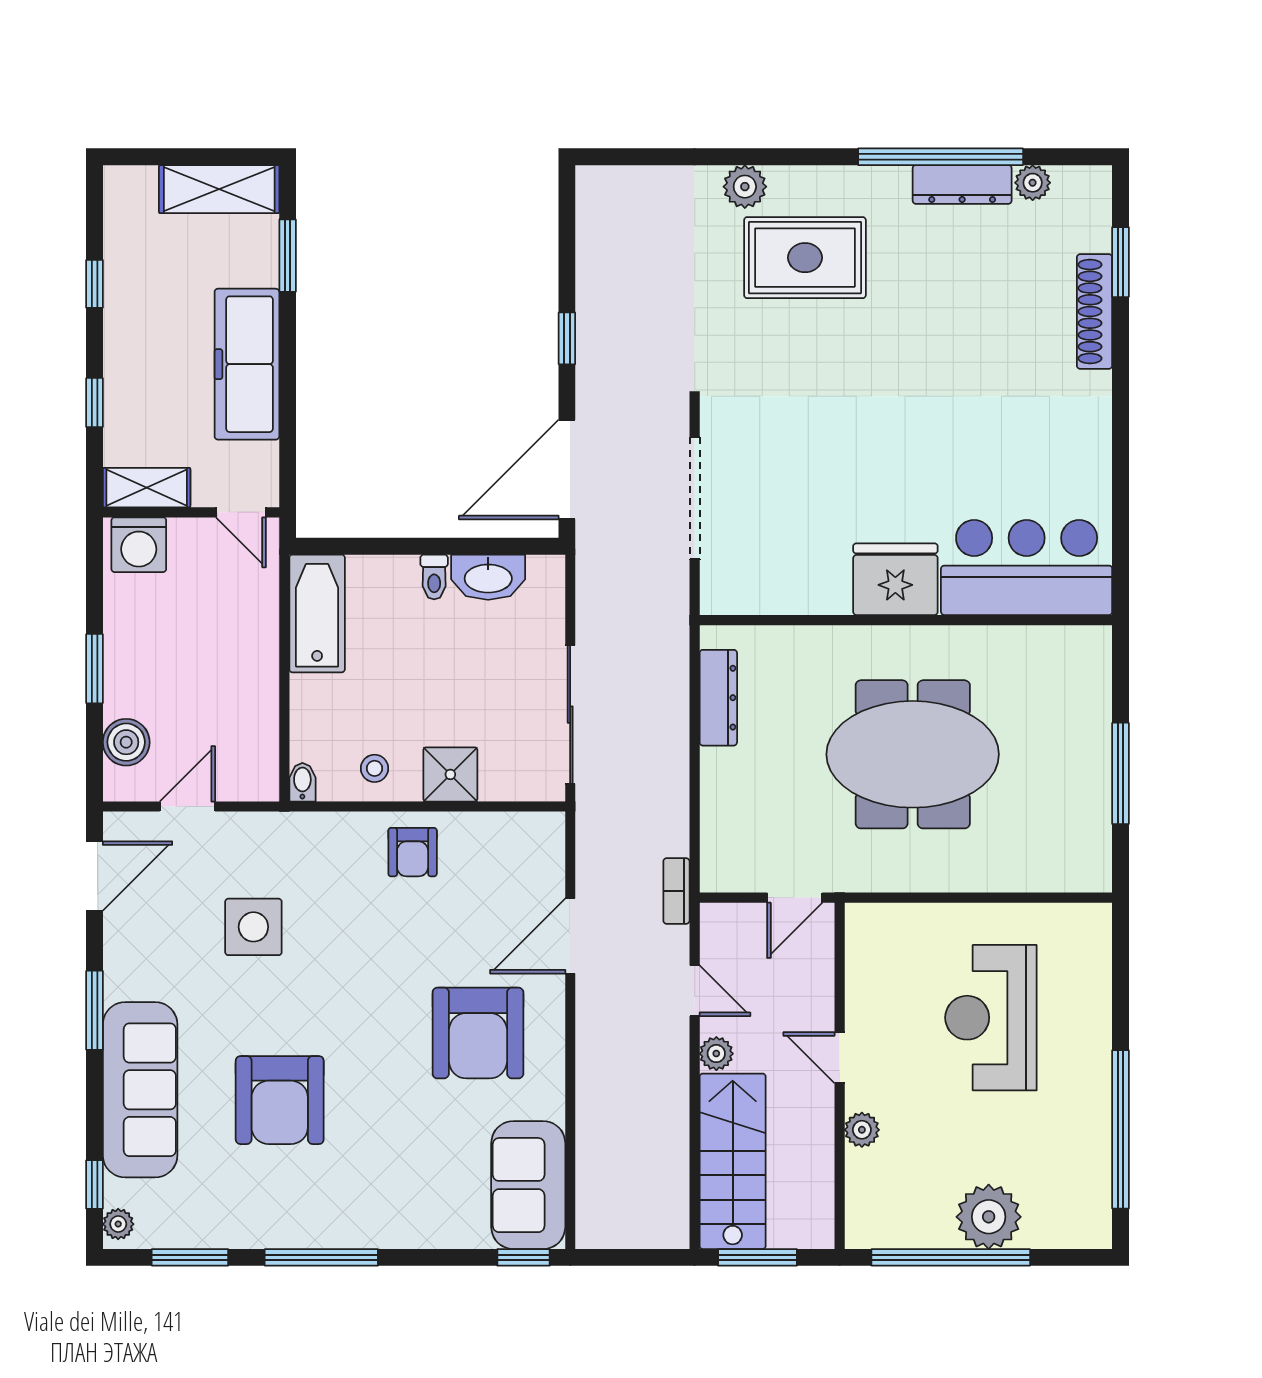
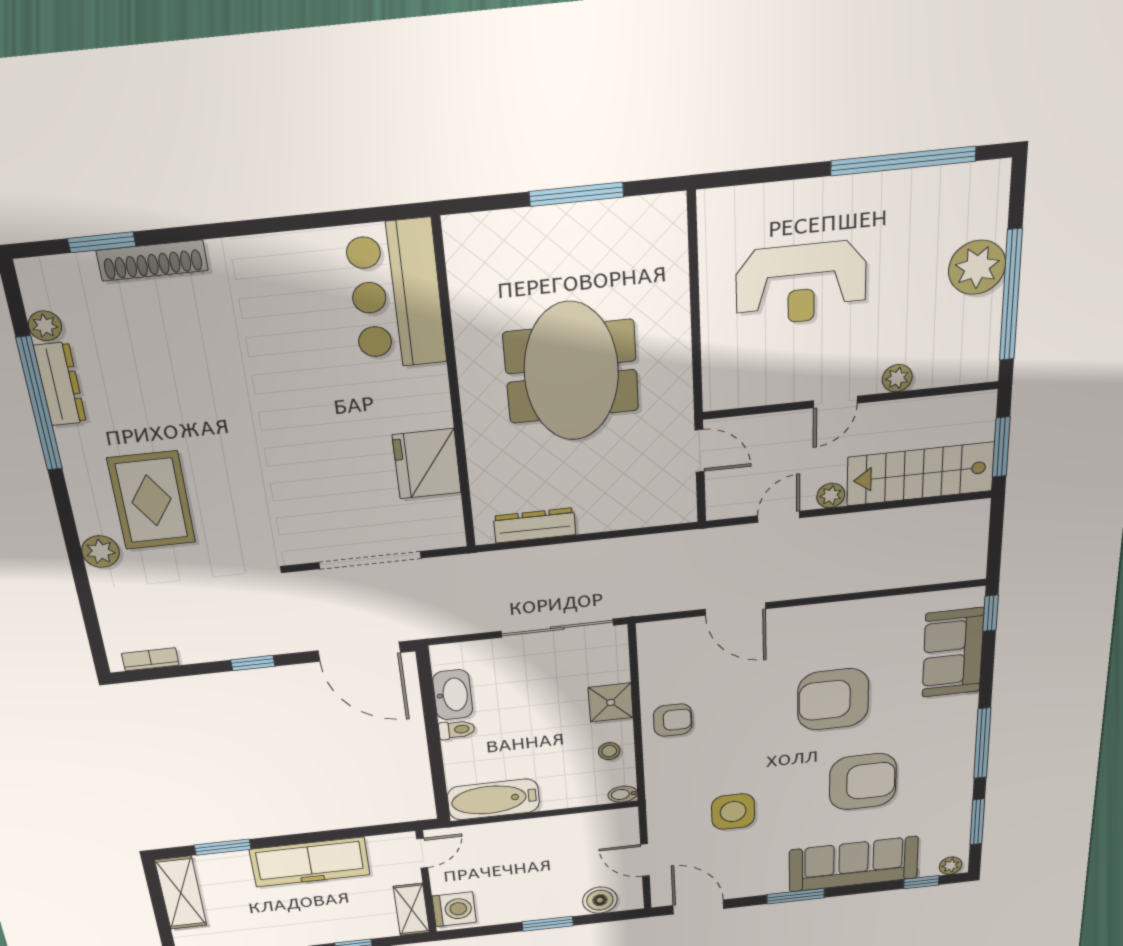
fridge: (895, 579) -> (427, 464), moved
bookcase: (676, 891) -> (150, 659), moved, turned 180
armchair: (478, 1033) -> (833, 699), moved, turned 180
sofa: (528, 1185) -> (953, 653), moved, turned 90

